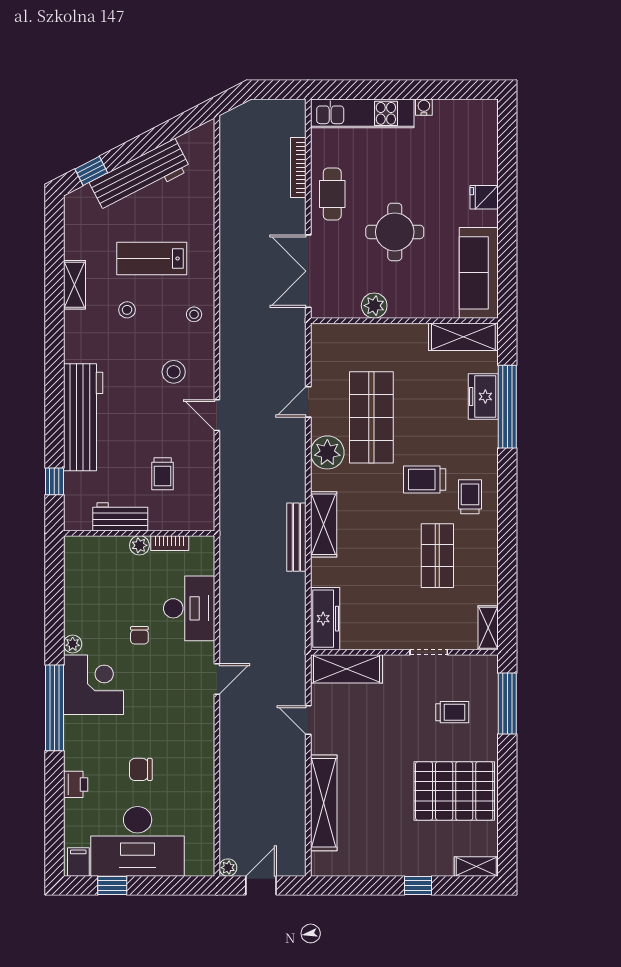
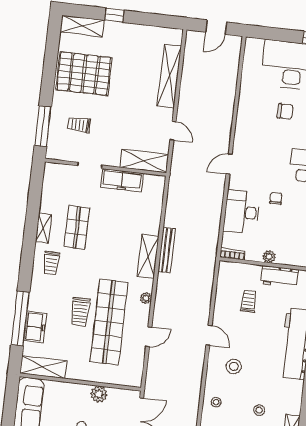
shop shelf: (371, 417) -> (109, 322), width x1.40
plant: (327, 452) -> (146, 298), width x0.53, depth x0.53
trolley: (425, 479) -> (80, 312), moved, turned 90
bookcase: (170, 543) -> (232, 254), moved
freezer: (325, 619) -> (122, 180), moved, turned -90
shelving: (488, 628) -> (43, 228), moved
shelving: (476, 867) -> (82, 26), width x1.50, depth x1.33
plant: (228, 868) -> (236, 41), removed

